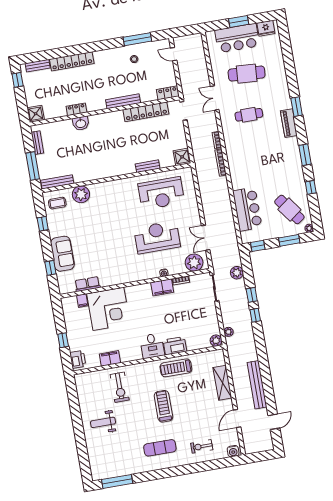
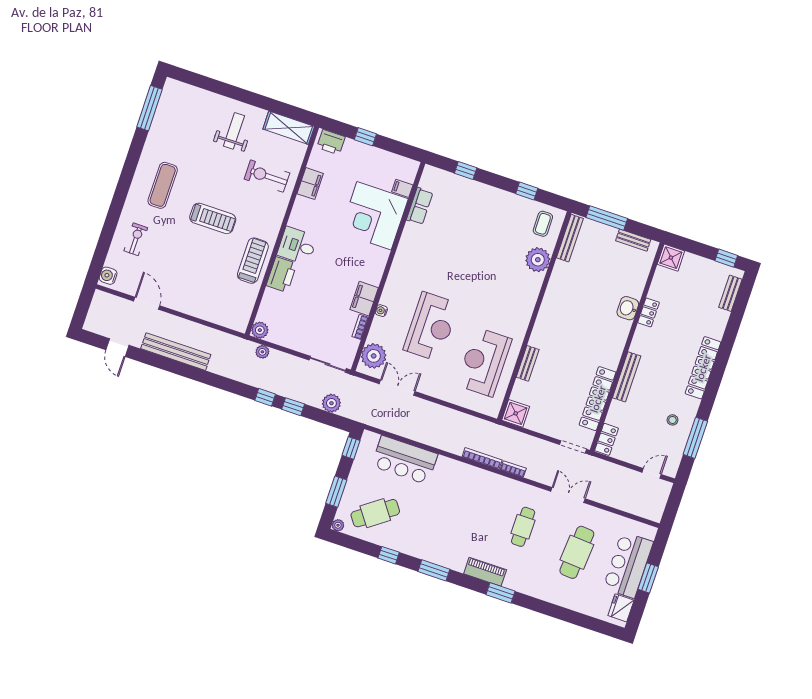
locker: (72, 61) -> (703, 368), moved
sofa: (62, 254) -> (475, 195), removed
shelving: (222, 383) -> (289, 128), moved

